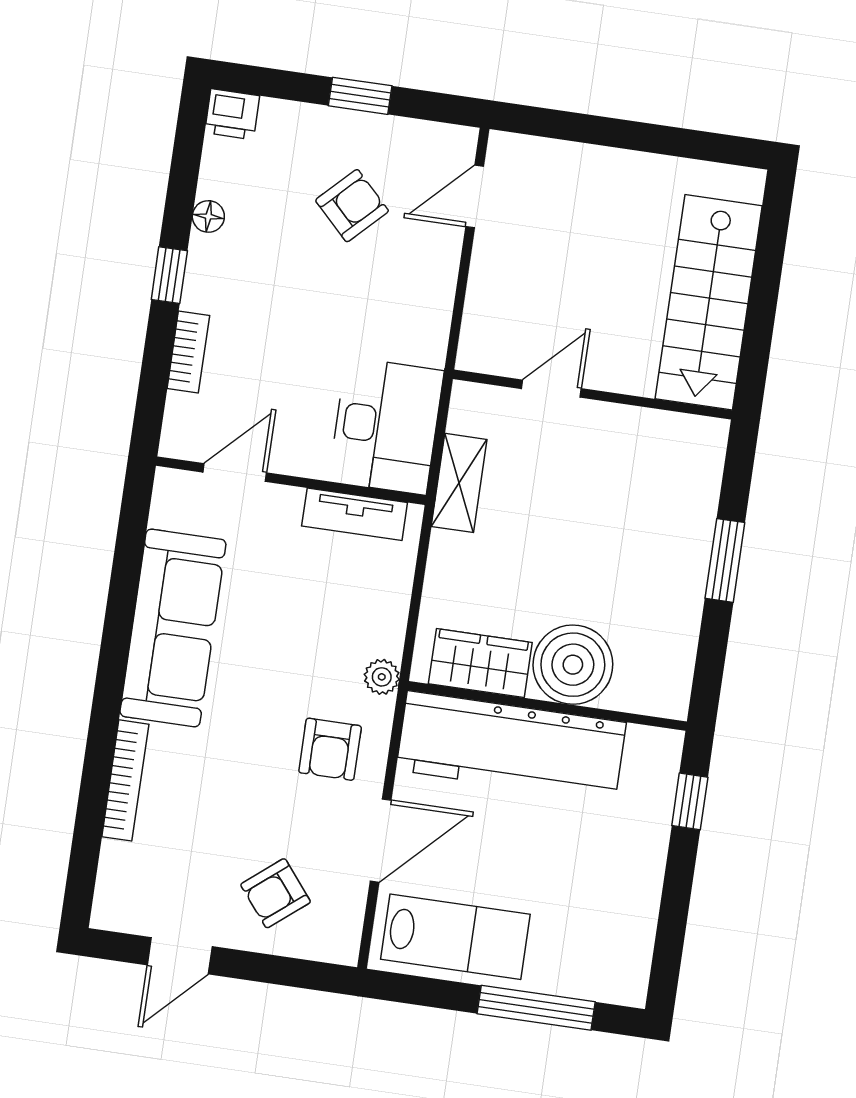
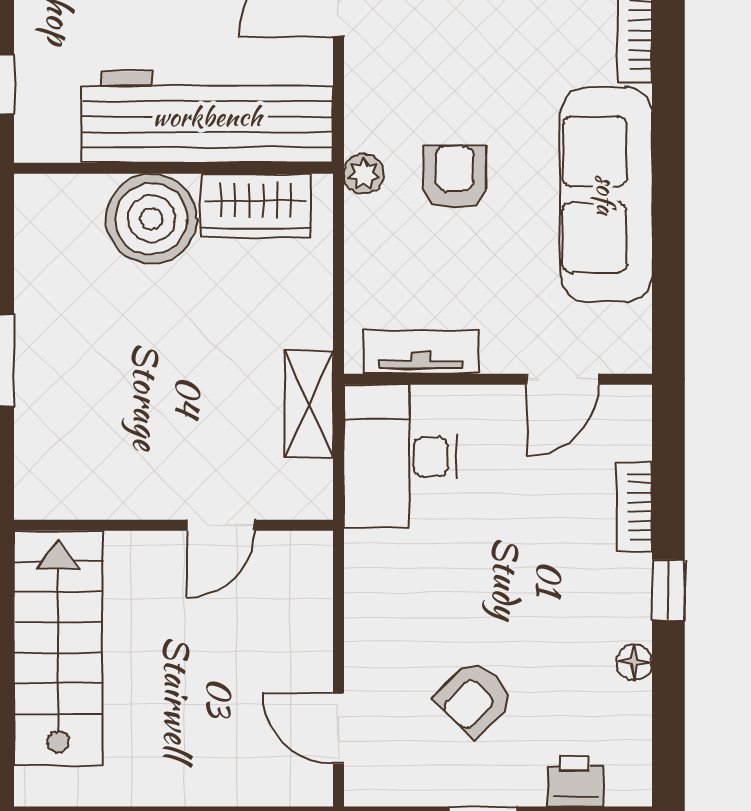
printer: (232, 114) -> (575, 781), moved
door: (475, 197) -> (338, 728), swing flipped
armchair: (330, 749) -> (455, 177), moved

